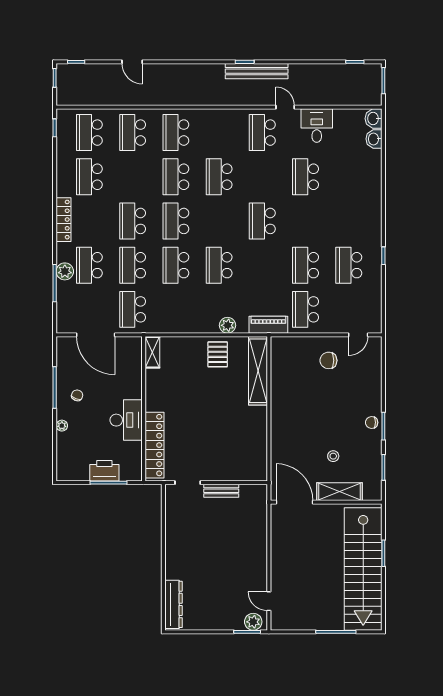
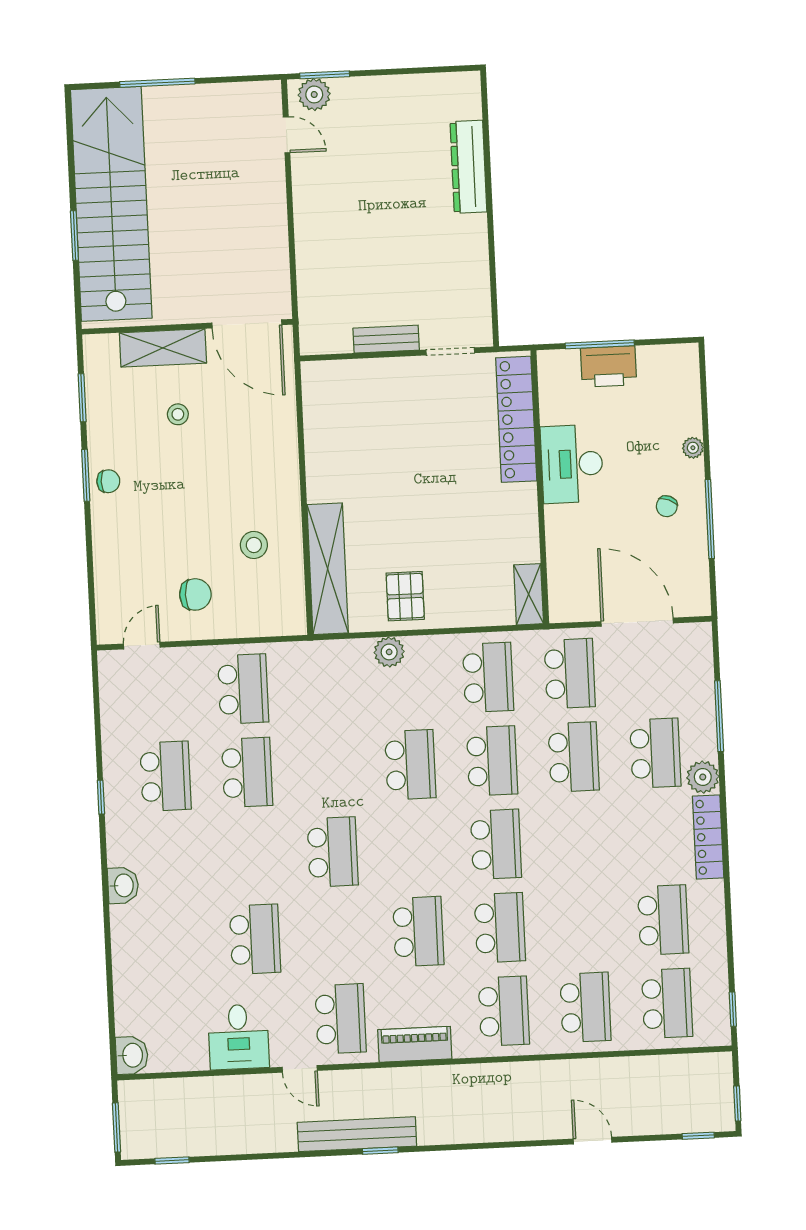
washbasin: (374, 139) -> (123, 885), moved
school desk: (133, 221) -> (488, 677), moved
plant: (65, 271) -> (703, 777), moved
piano: (268, 325) -> (415, 1044), moved, turned 180
stool: (296, 385) -> (254, 545), added
dresser: (173, 604) -> (468, 167), moved

